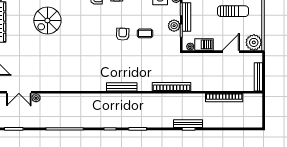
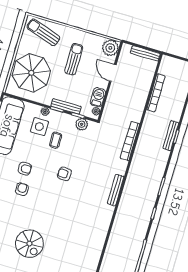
plant: (174, 26) -> (82, 124), moved
coffee table: (145, 33) -> (56, 140), moved

